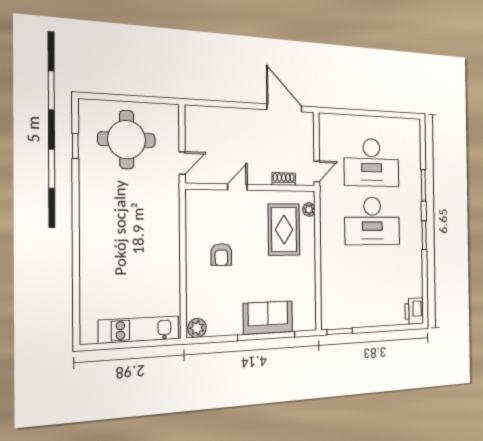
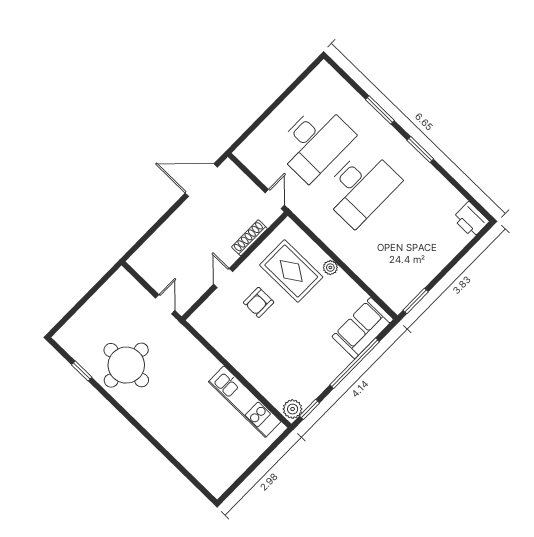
round table: (127, 140) -> (126, 365), moved
shoe rack: (284, 179) -> (249, 238), width x1.43
plant: (309, 209) -> (330, 268), moved
armchair: (221, 255) -> (259, 302), moved, turned 90
sofa: (268, 318) -> (363, 328), moved
kitchen unit: (139, 329) -> (245, 402), moved, turned -90
window: (208, 340) -> (309, 409), added

